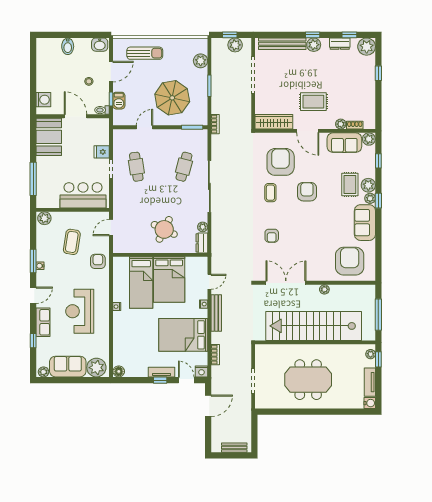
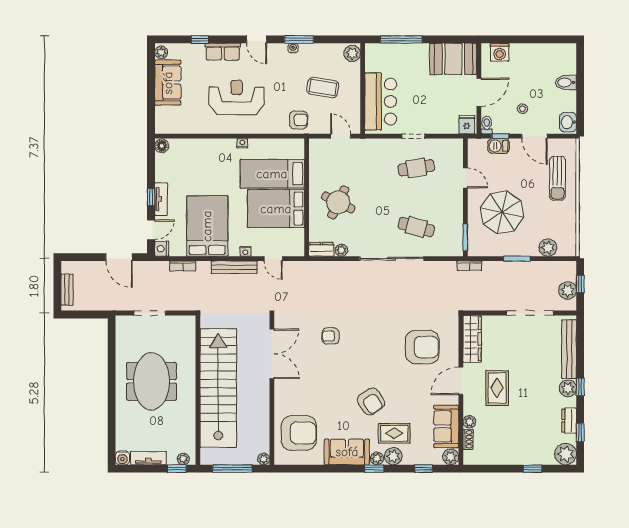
fridge: (102, 152) -> (467, 125), moved
armchair: (307, 192) -> (371, 401), moved, turned 56
coffee table: (270, 193) -> (384, 335), removed
plant: (324, 289) -> (264, 459), moved
plant: (96, 368) -> (167, 118), removed

